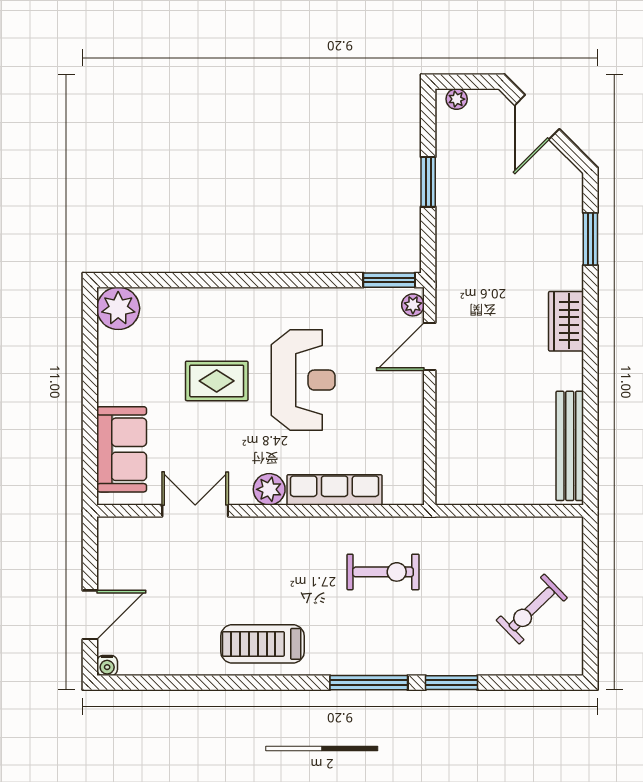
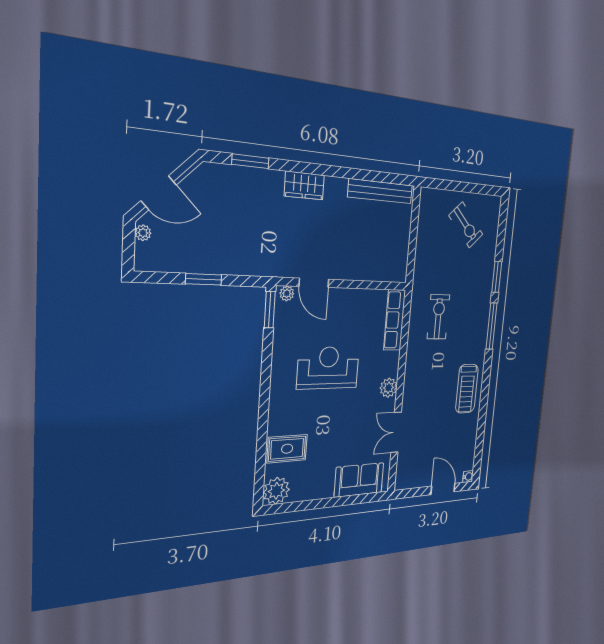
plant: (457, 99) -> (143, 233), moved
rug: (217, 381) -> (287, 449), moved, turned 90
row of seats: (335, 490) -> (395, 320), moved

